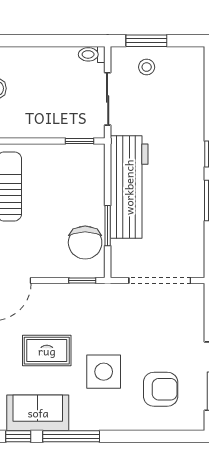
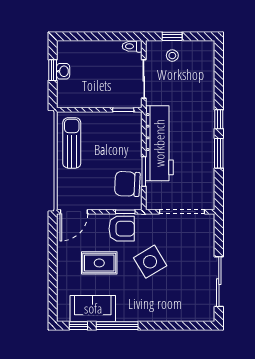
window: (146, 41) -> (172, 36), width x0.67
chair: (85, 243) -> (127, 184), turned 93
side table: (104, 372) -> (150, 262), moved, turned -31
armchair: (161, 389) -> (122, 229), moved

